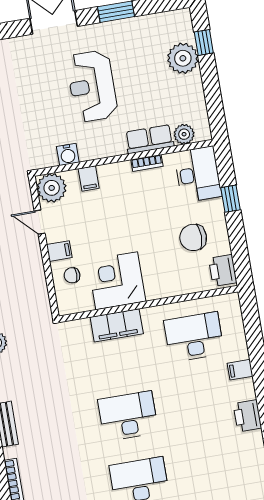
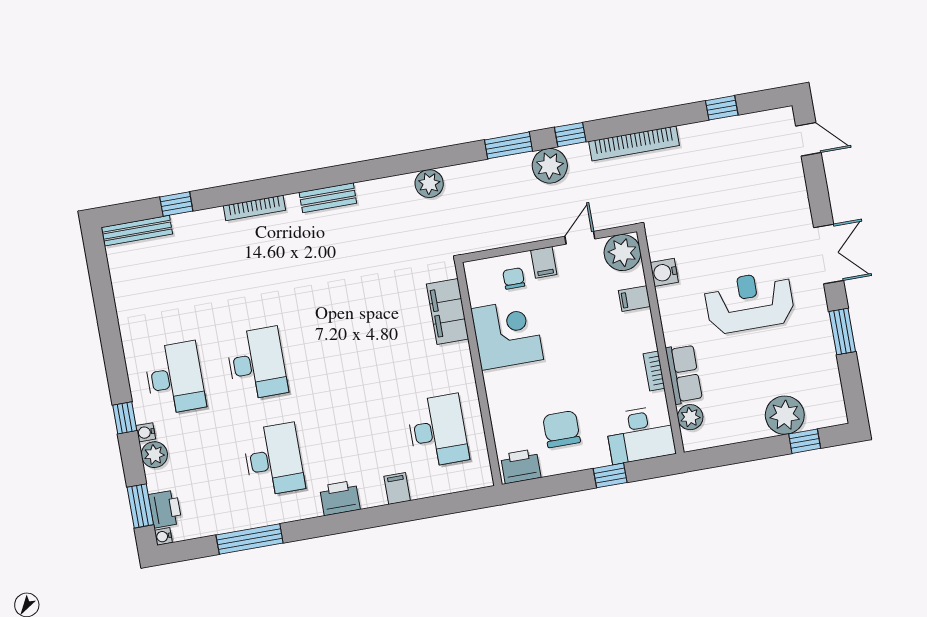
filing cabinet: (117, 325) -> (448, 311), moved
desk: (128, 416) -> (274, 460), moved

